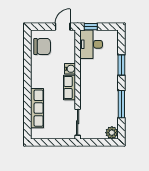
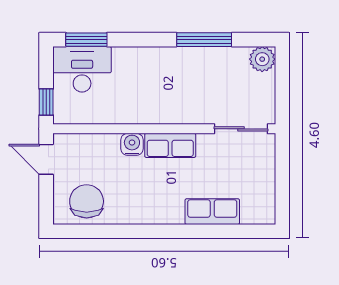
desk: (91, 44) -> (82, 69), moved, turned 180
window: (121, 65) -> (86, 40), moved
row of seats: (37, 108) -> (212, 212), width x0.68

